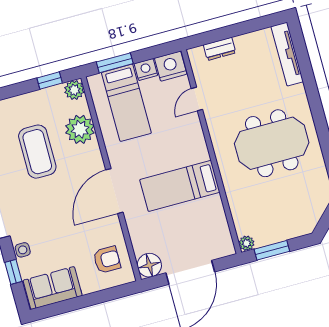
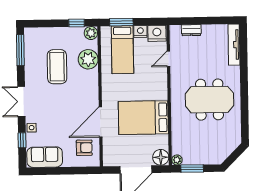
bed: (180, 186) -> (143, 118), width x1.50
door: (114, 191) -> (101, 122), moved
floor lamp: (149, 265) -> (161, 157), moved

